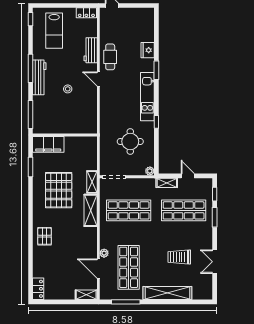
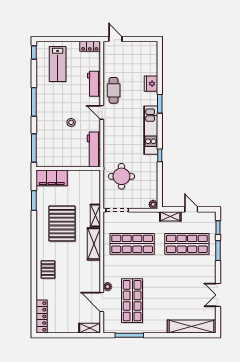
workbench: (39, 77) -> (94, 150), moved, turned 180
round table: (130, 141) -> (121, 176), moved
trolley: (179, 257) -> (183, 290), removed
locker: (38, 289) -> (42, 316), width x1.53
shelving: (167, 293) -> (192, 326), moved

